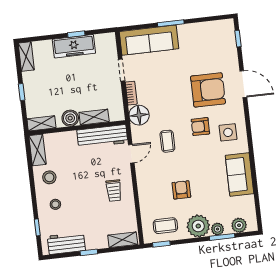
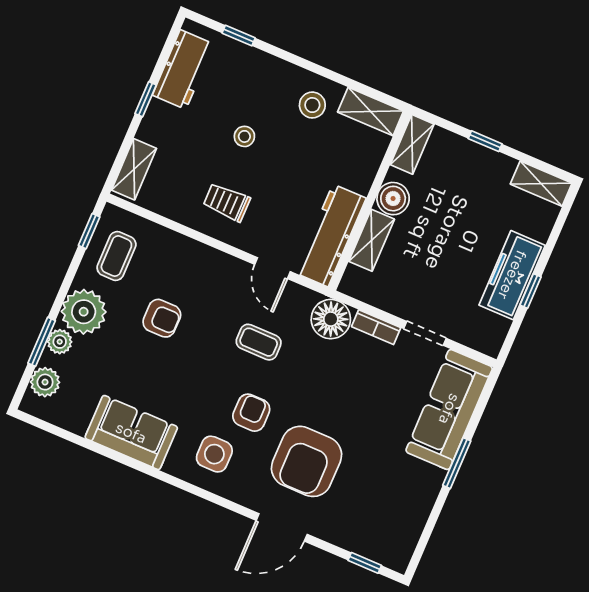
stool: (55, 204) -> (244, 136), moved

